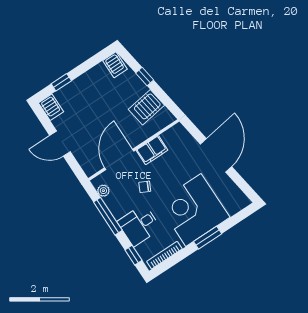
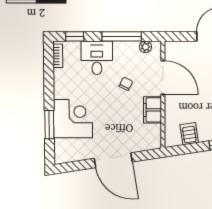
server rack: (146, 107) -> (189, 134), width x0.73, depth x0.70
corner desk: (193, 210) -> (73, 119), width x0.74, depth x0.74
window: (208, 238) -> (49, 125), moved
bookcase: (164, 255) -> (58, 56), width x0.64

